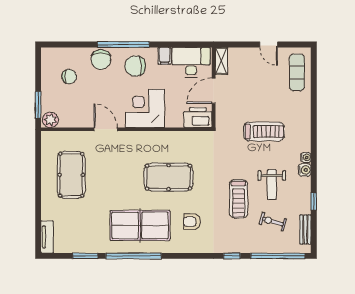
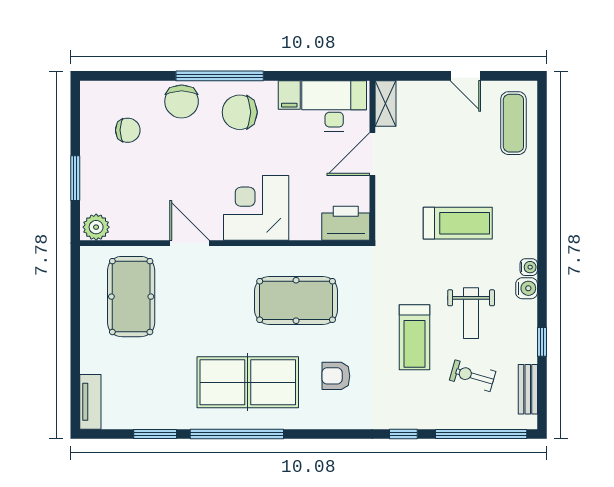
corner desk: (145, 108) -> (256, 208), moved
printer: (198, 118) -> (346, 223), moved
plant: (50, 120) -> (96, 227), moved
door: (106, 129) -> (190, 243), moved
wall: (126, 129) -> (225, 243), moved

